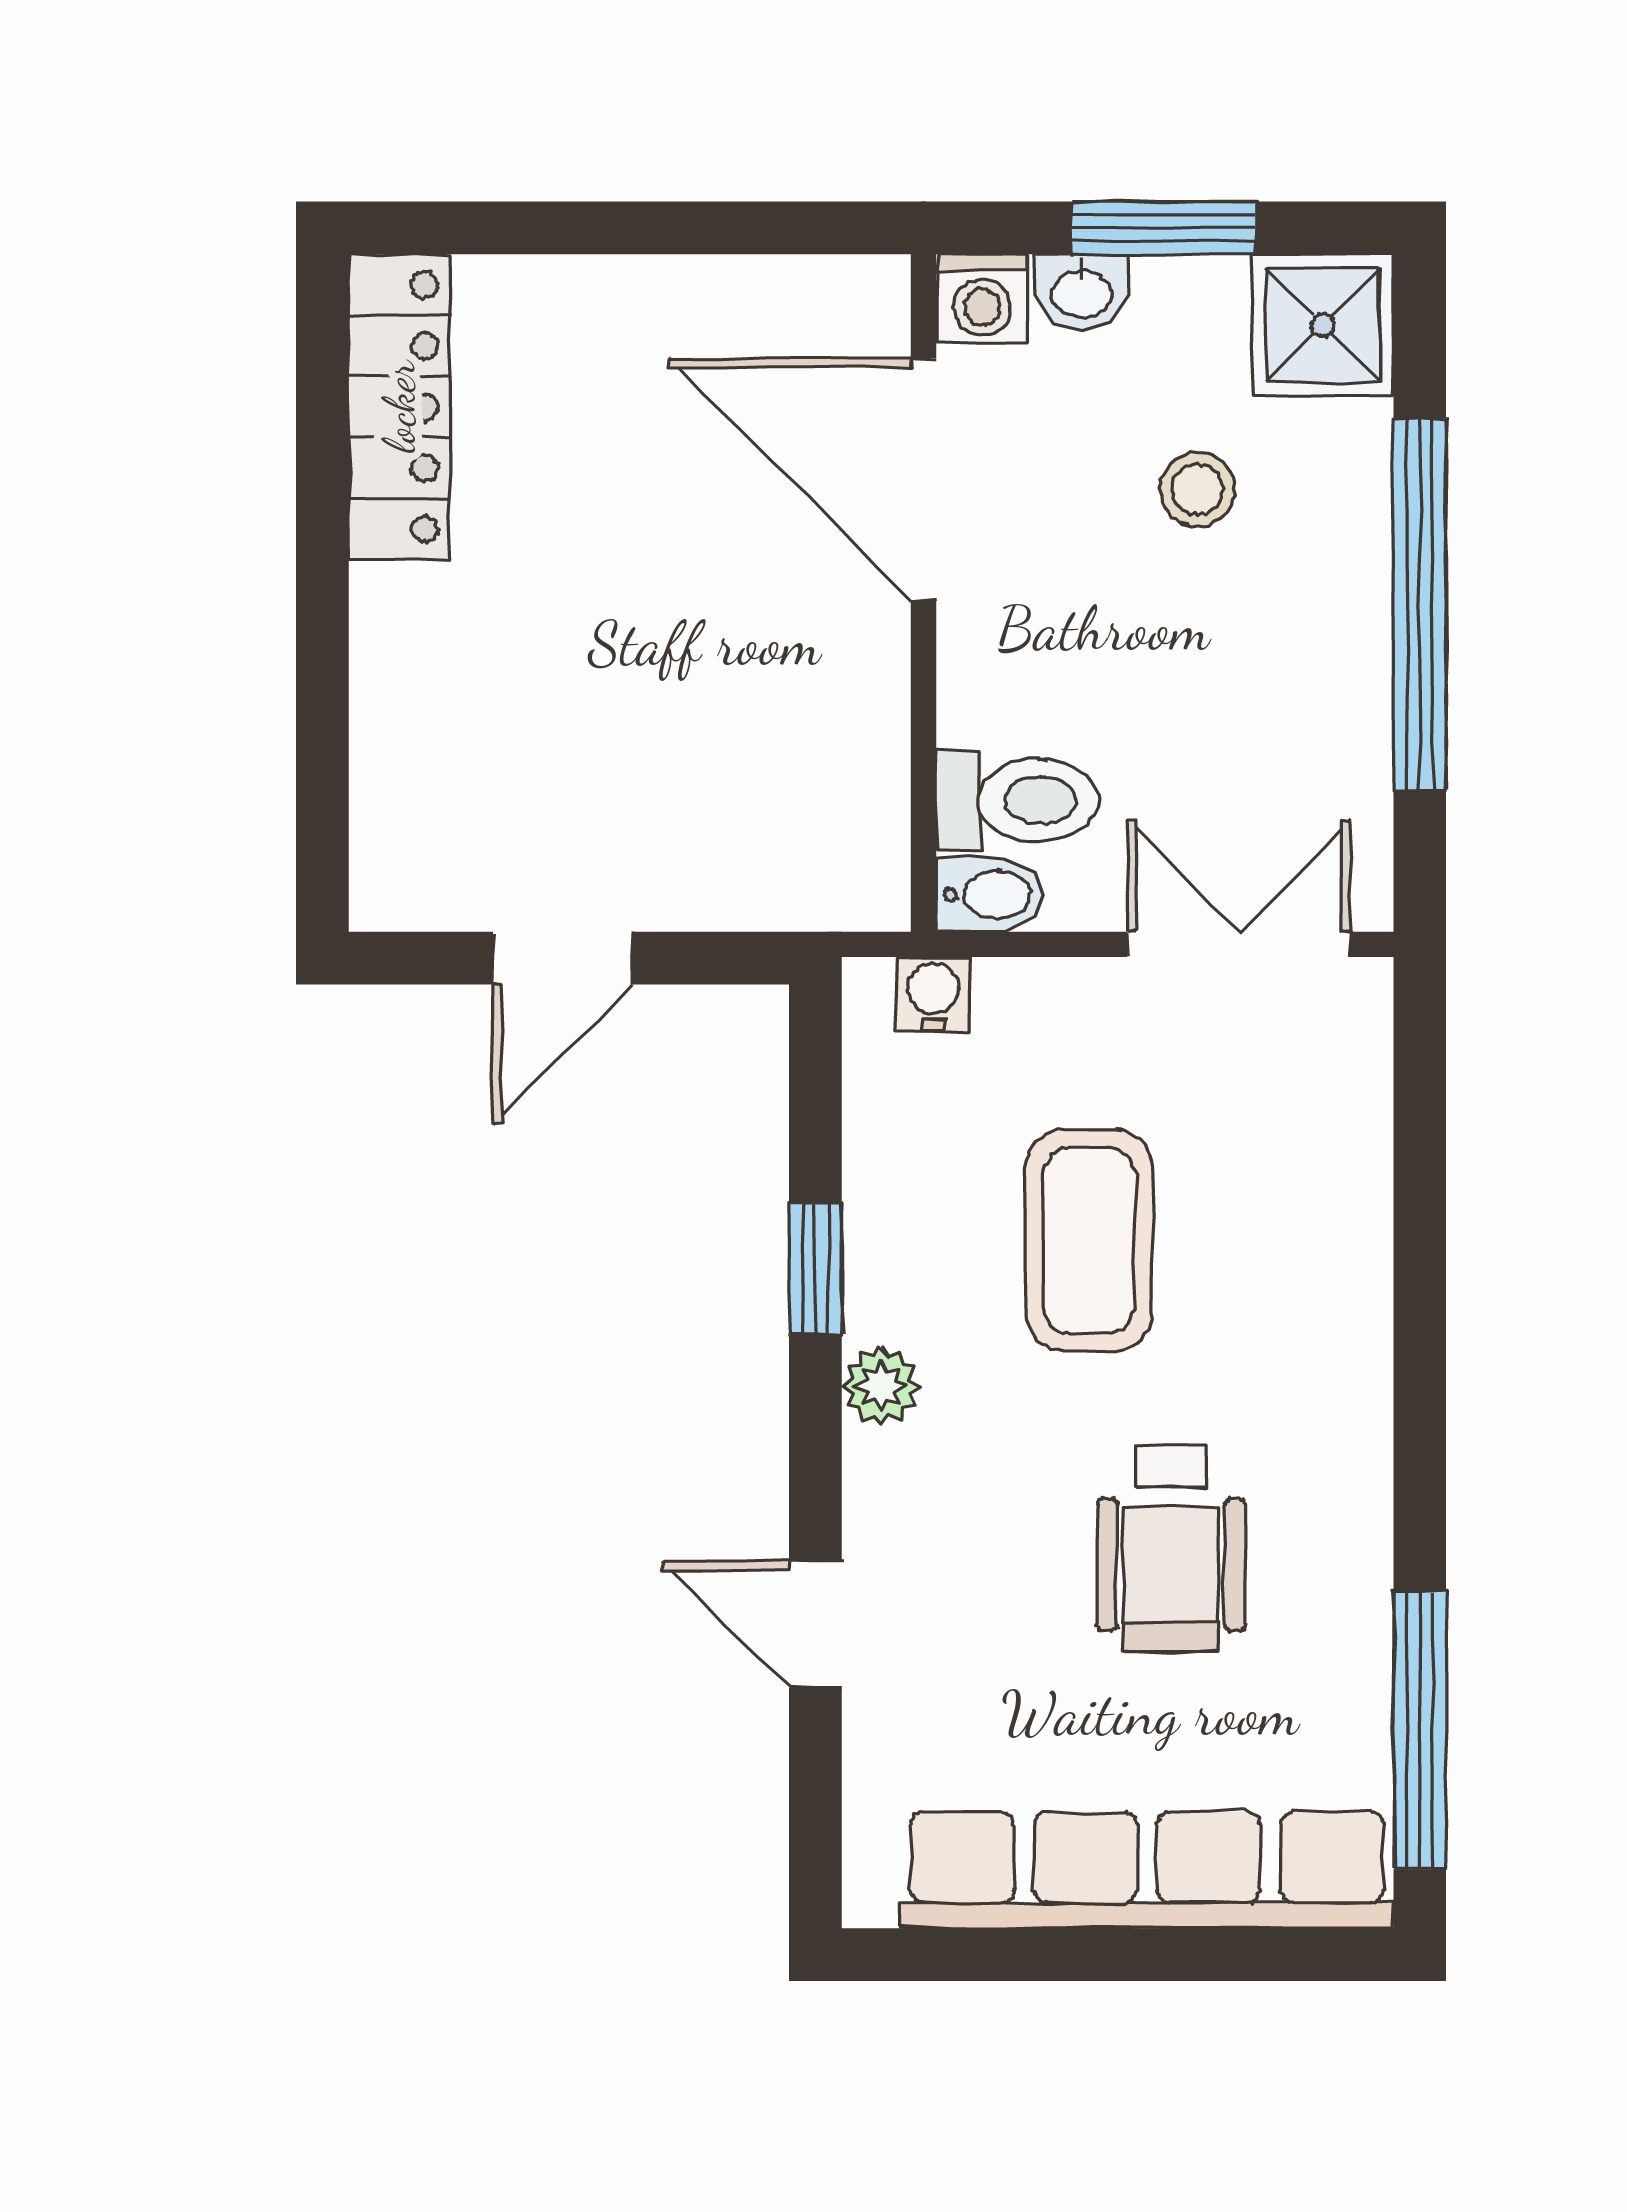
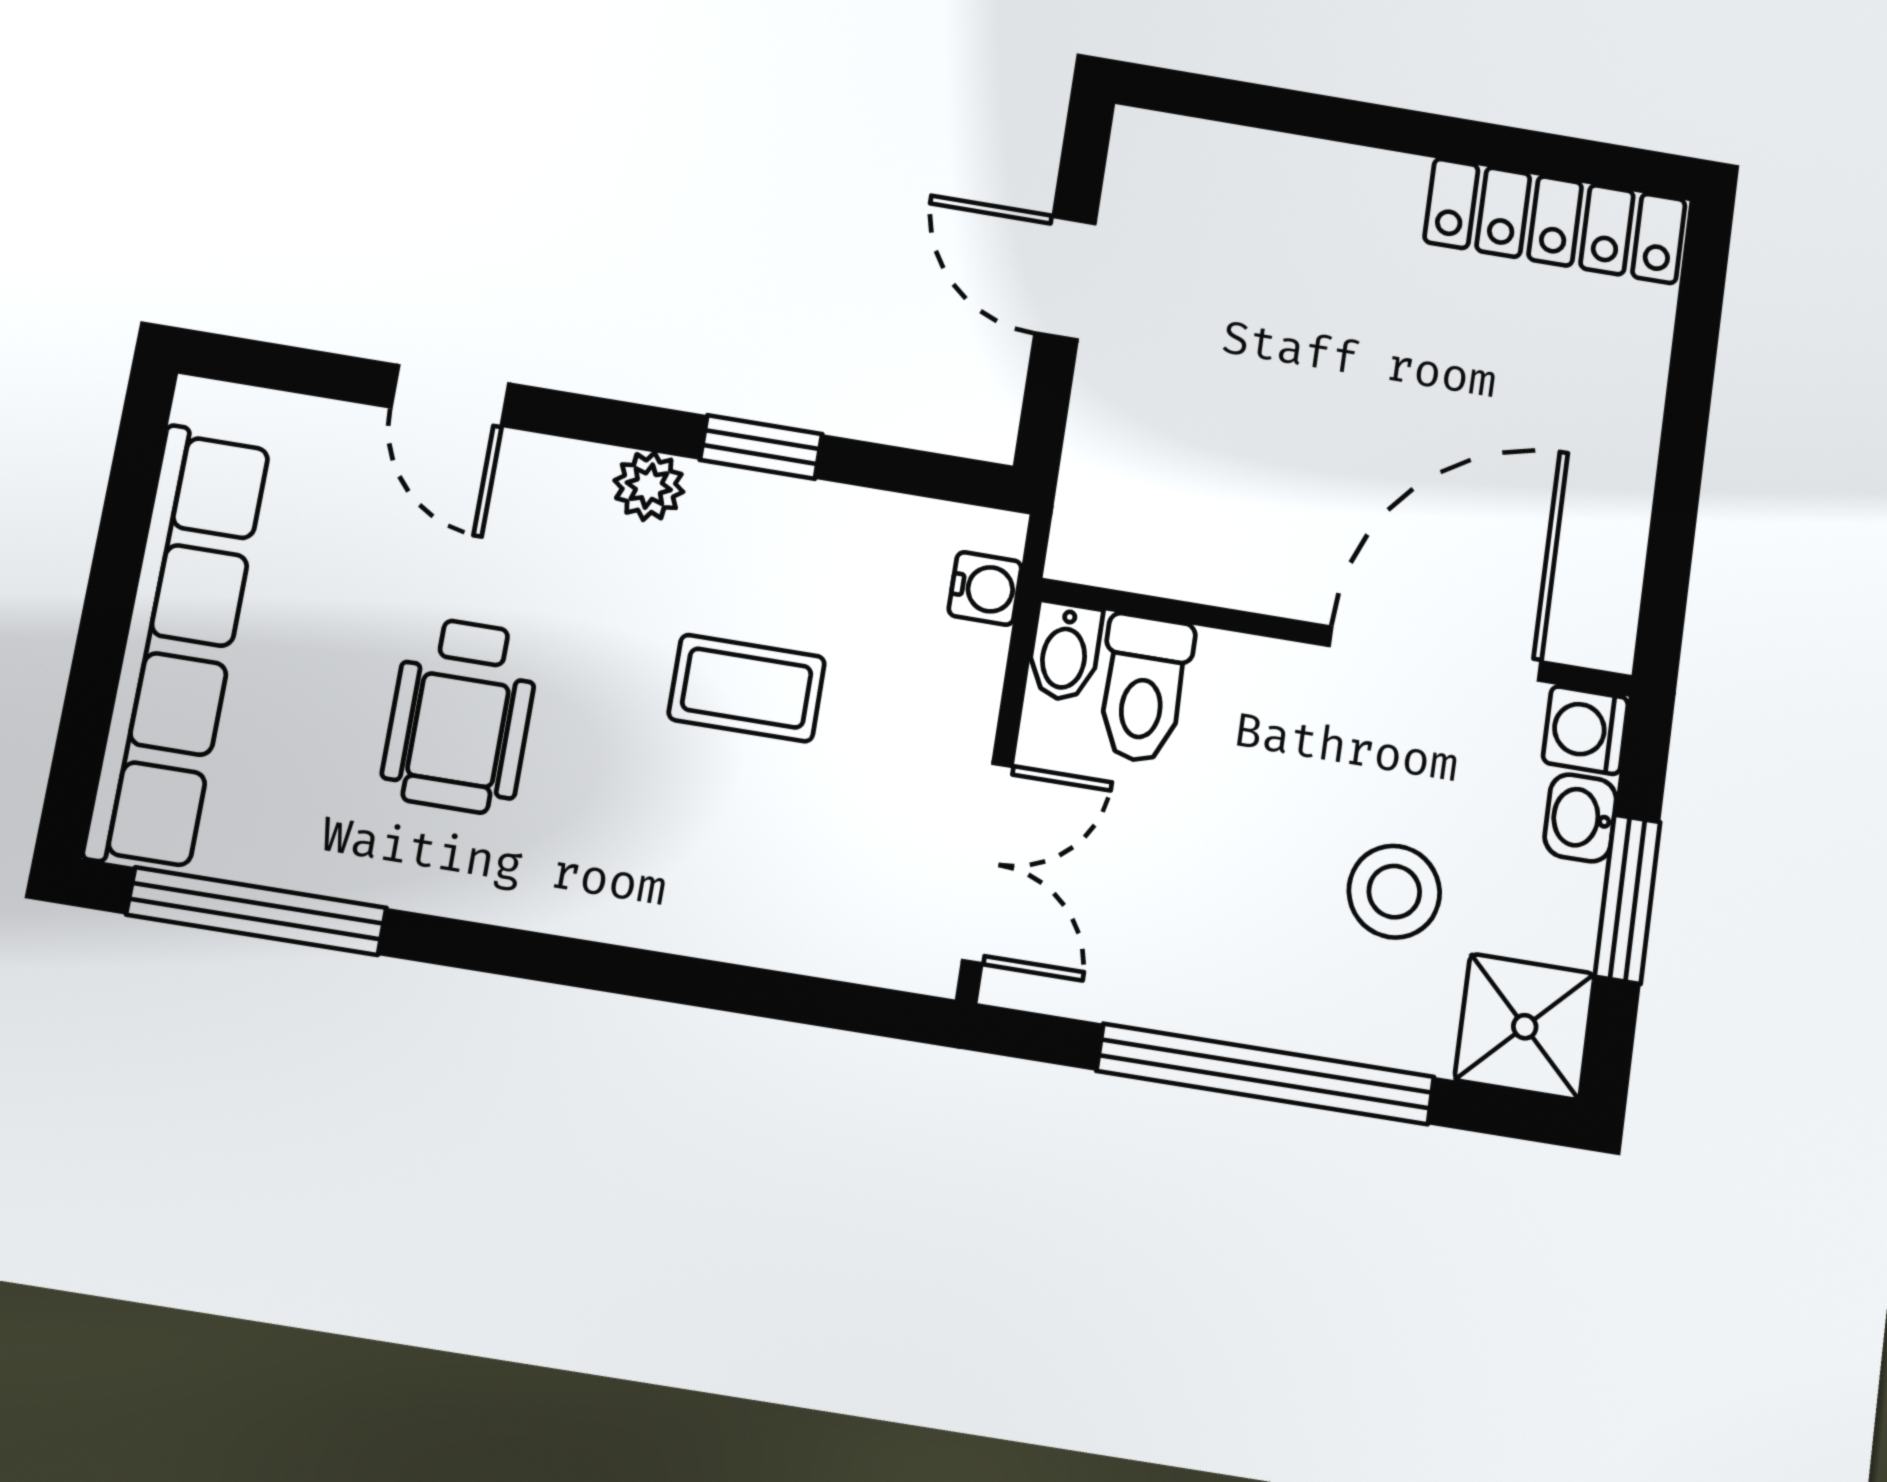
stool: (1197, 490) -> (1394, 892), width x1.37, depth x1.37
coffee table: (1089, 1240) -> (747, 688), width x0.73, depth x0.77
wheelchair: (1171, 1548) -> (461, 716), turned -90
door: (815, 1624) -> (450, 395), swing flipped

